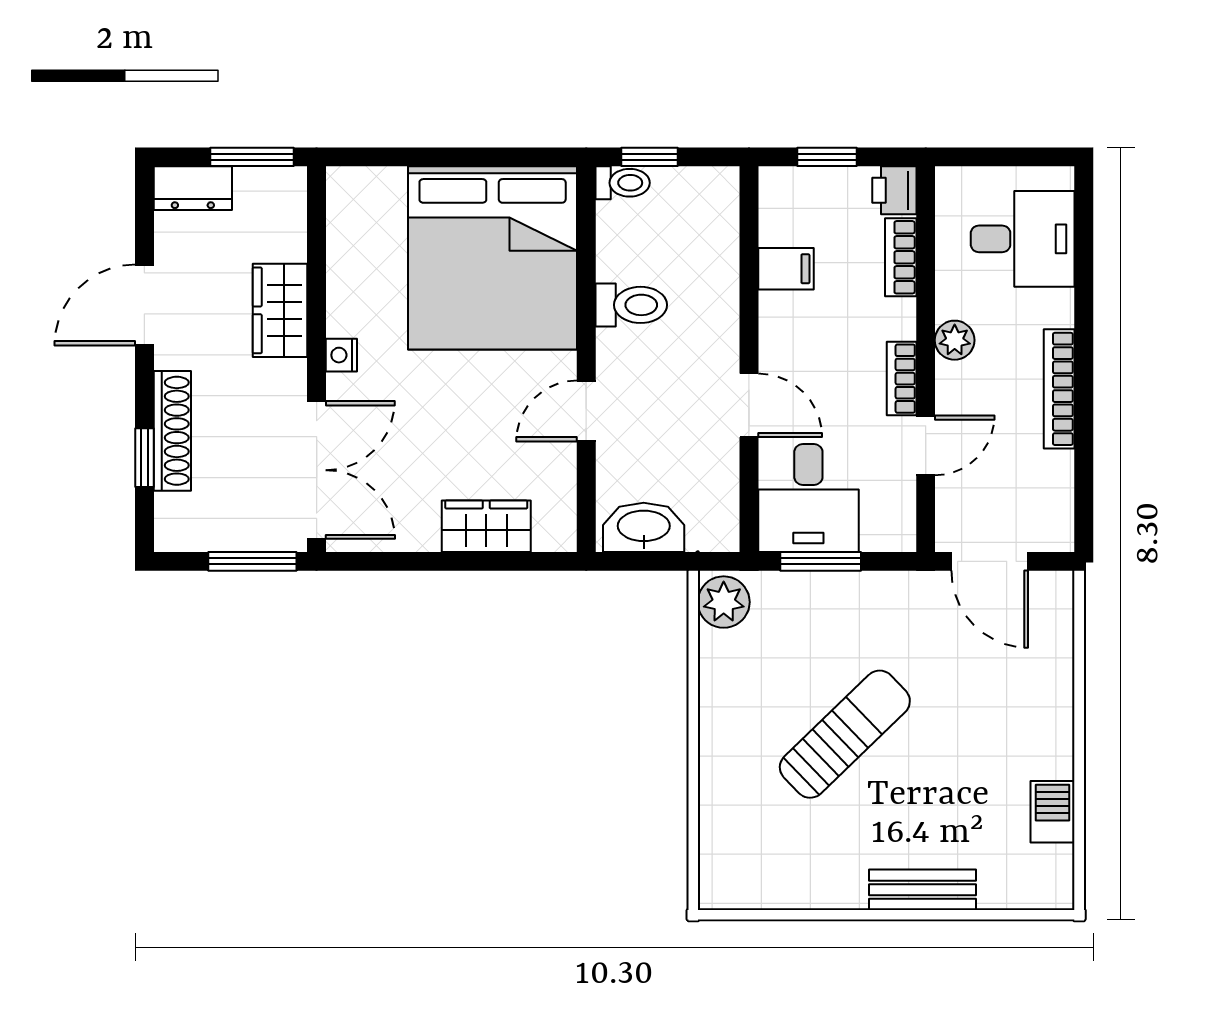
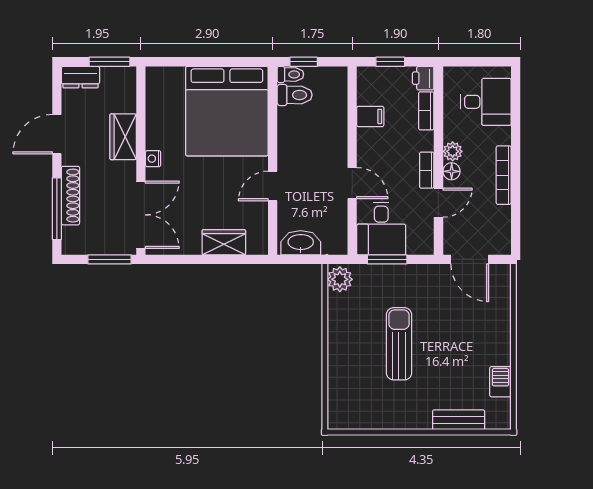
toilet: (631, 305) -> (295, 95), moved
floor lamp: (952, 381) -> (452, 171), added
window: (144, 458) -> (57, 209), width x2.17
sun lounger: (845, 734) -> (399, 344), turned -46
bench: (923, 890) -> (459, 420), moved

